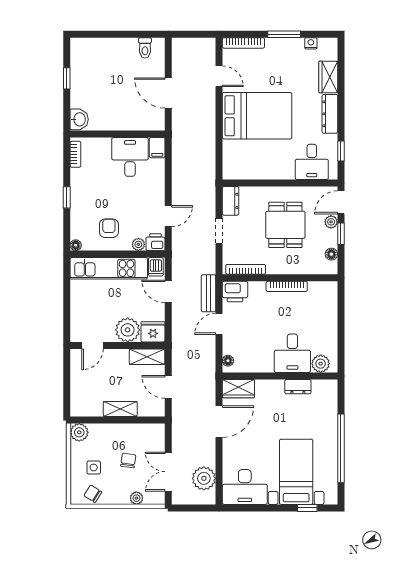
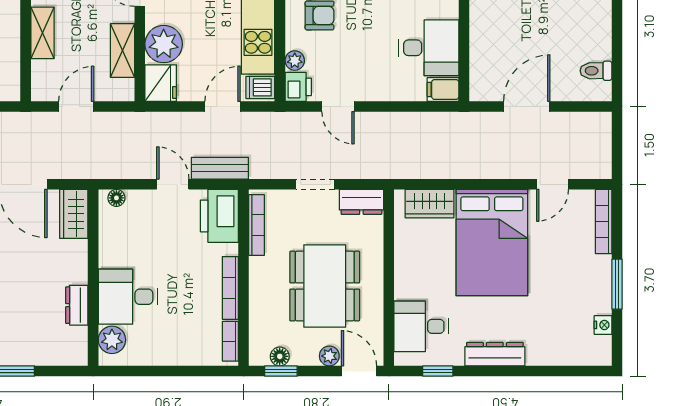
wardrobe: (328, 77) -> (429, 204), moved, turned 180
dining table: (285, 225) -> (325, 286), width x1.38
window: (341, 234) -> (281, 371), moved
bookcase: (322, 286) -> (230, 341), added
printer: (235, 292) -> (219, 216), width x1.37, depth x1.19
shelving: (147, 357) -> (123, 50), moved

